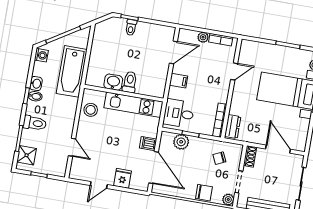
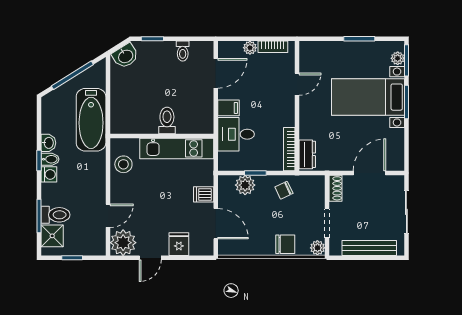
toilet: (131, 27) -> (183, 51), moved
washing machine: (41, 55) -> (49, 174), moved
washbasin: (113, 82) -> (125, 56), moved, turned 148
desk: (179, 113) -> (236, 134), moved
toilet: (35, 123) -> (56, 215), moved
door: (72, 147) -> (108, 216), hinge flipped
door: (278, 149) -> (369, 173), hinge flipped
chair: (219, 158) -> (284, 190), moved
door: (153, 168) -> (216, 224), width x0.73
plant: (80, 170) -> (123, 243), added

